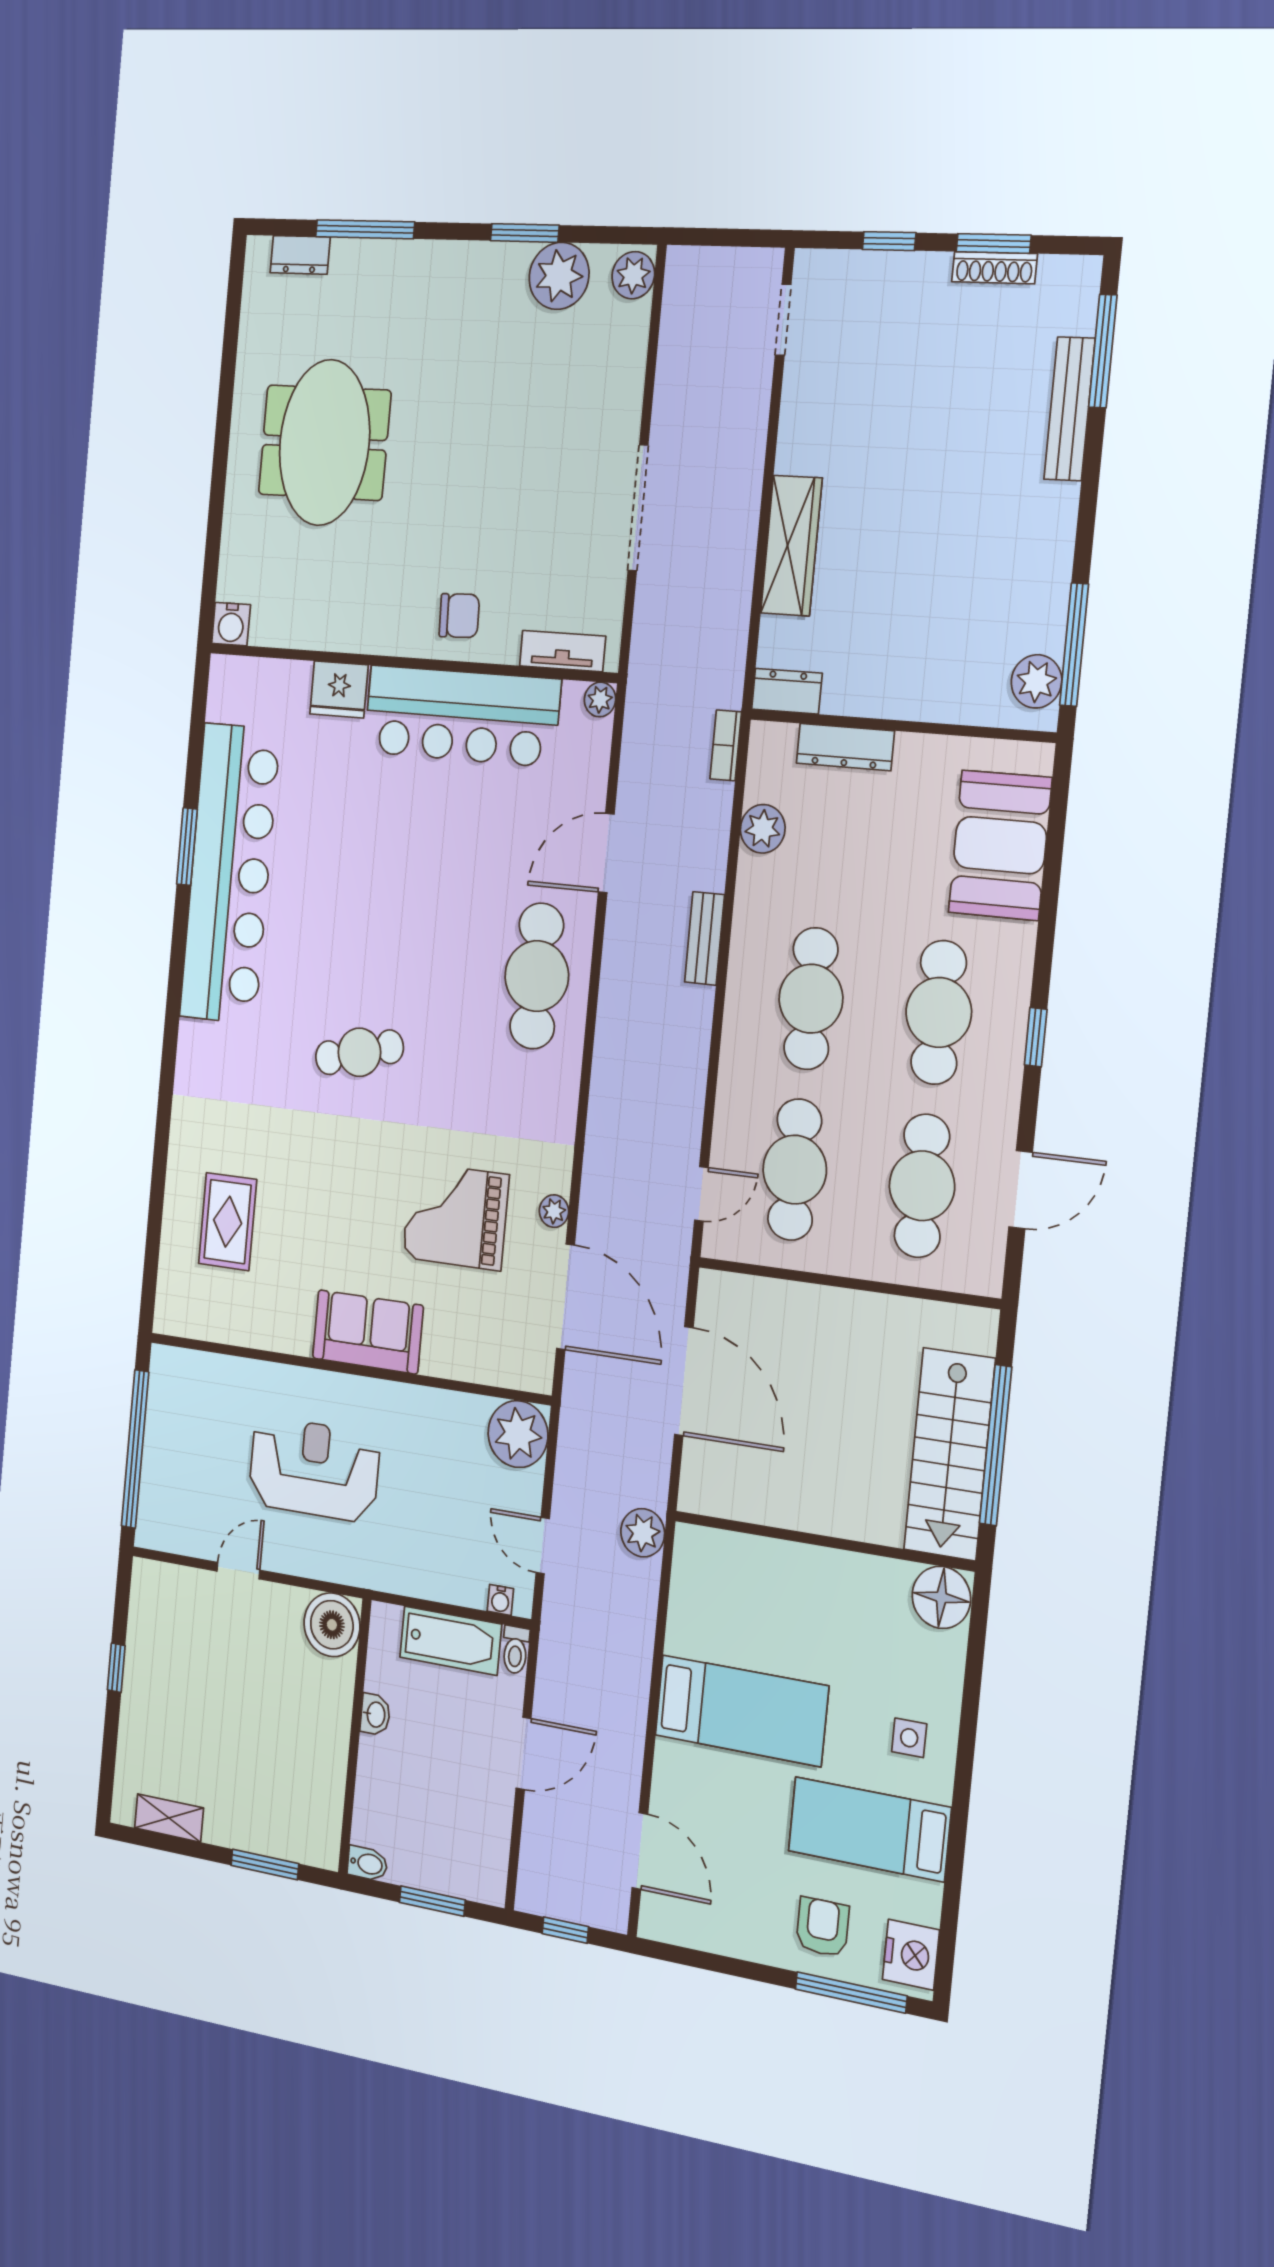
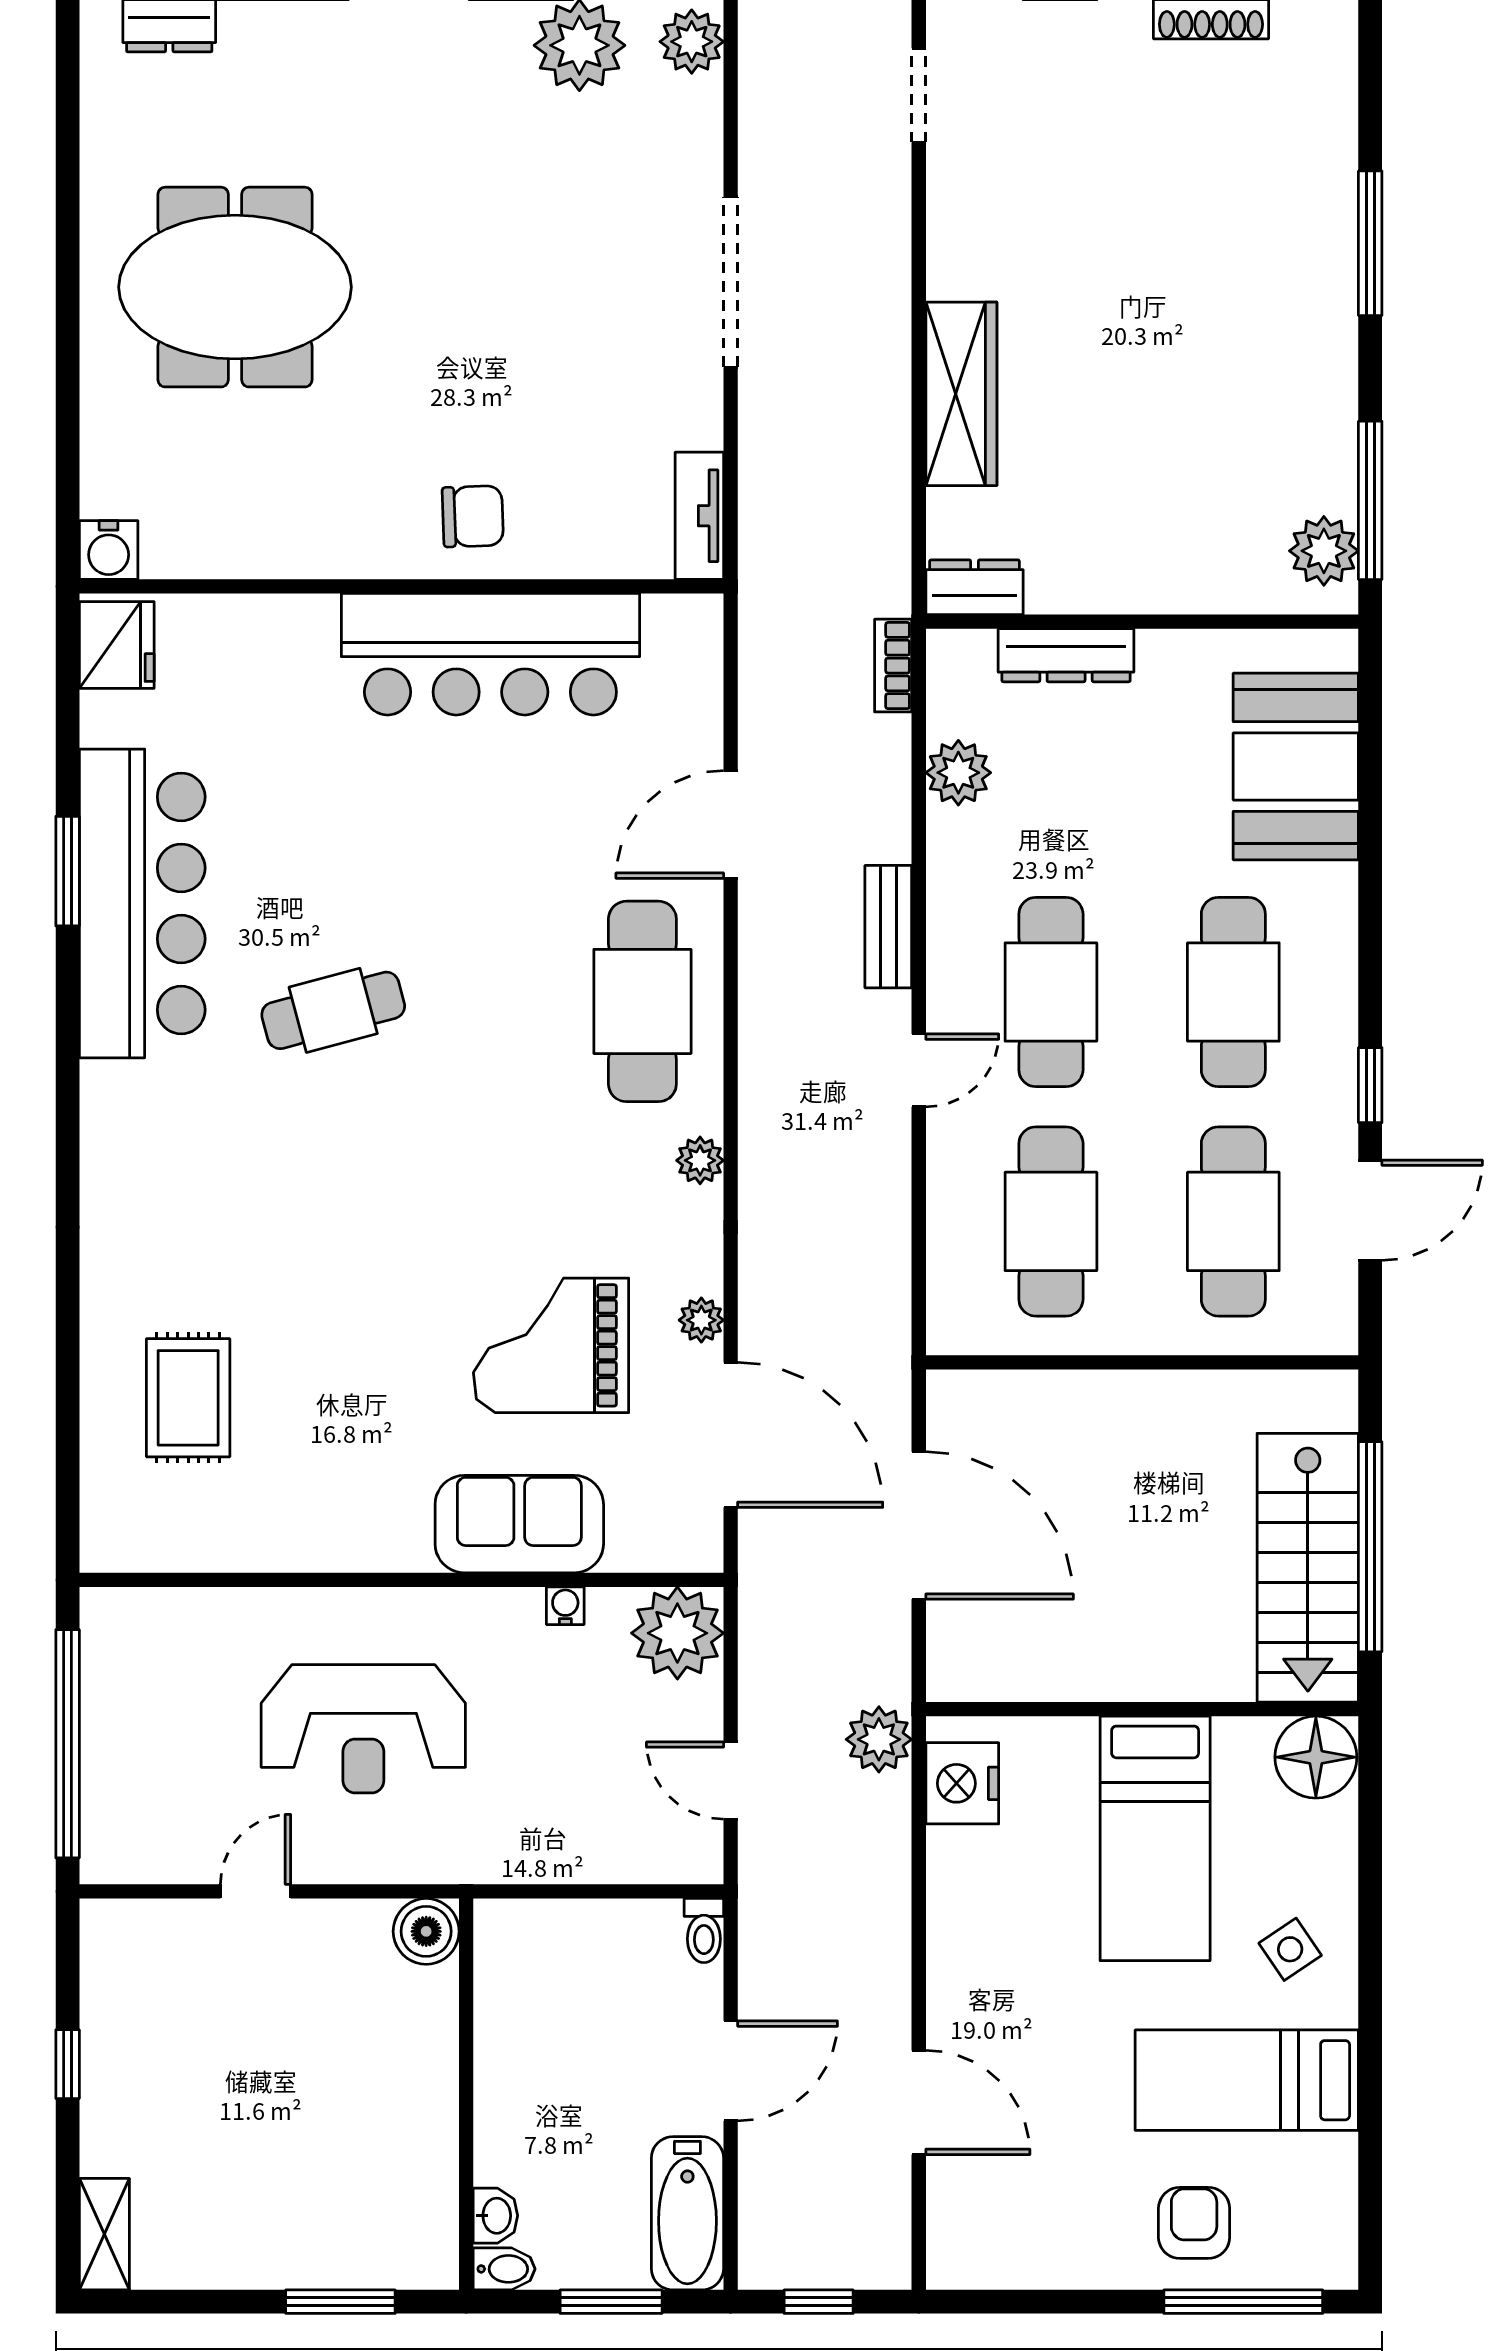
window: (1103, 351) -> (1370, 243), moved
bench: (1070, 409) -> (1333, 198), removed
meeting table: (324, 443) -> (235, 287), turned 90
doorway: (638, 508) -> (731, 282), moved
tv unit: (562, 651) -> (699, 516), moved, turned -90
fridge: (339, 689) -> (117, 645), moved, turned -90
plant: (600, 699) -> (700, 1160), moved
bar counter: (230, 874) -> (142, 903), width x0.73
window: (1036, 1037) -> (1370, 1085), moved
cafe table: (359, 1052) -> (333, 1010), moved
door: (701, 1194) -> (919, 1070), moved
sofa: (368, 1332) -> (519, 1524), moved
reception desk: (314, 1469) -> (363, 1729), turned 180
water cooler: (500, 1600) -> (565, 1606), moved, turned 180
boiler: (332, 1625) -> (426, 1931), width x0.73, depth x0.73
bathtub: (451, 1641) -> (687, 2213), moved, turned 90
bed: (741, 1711) -> (1155, 1838), moved, turned 90
washbasin: (375, 1714) -> (495, 2216), moved
side table: (909, 1738) -> (1290, 1949), turned -34
shelving: (169, 1818) -> (104, 2234), moved, turned 90
door: (640, 1851) -> (919, 2102), moved
nightstand: (911, 1955) -> (962, 1783), moved, turned 180

